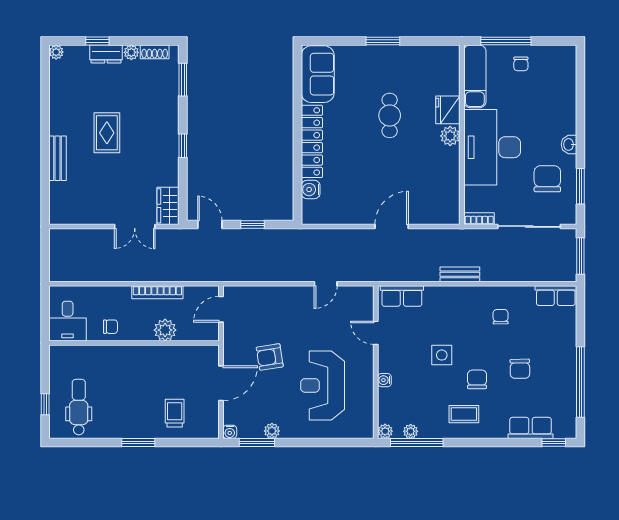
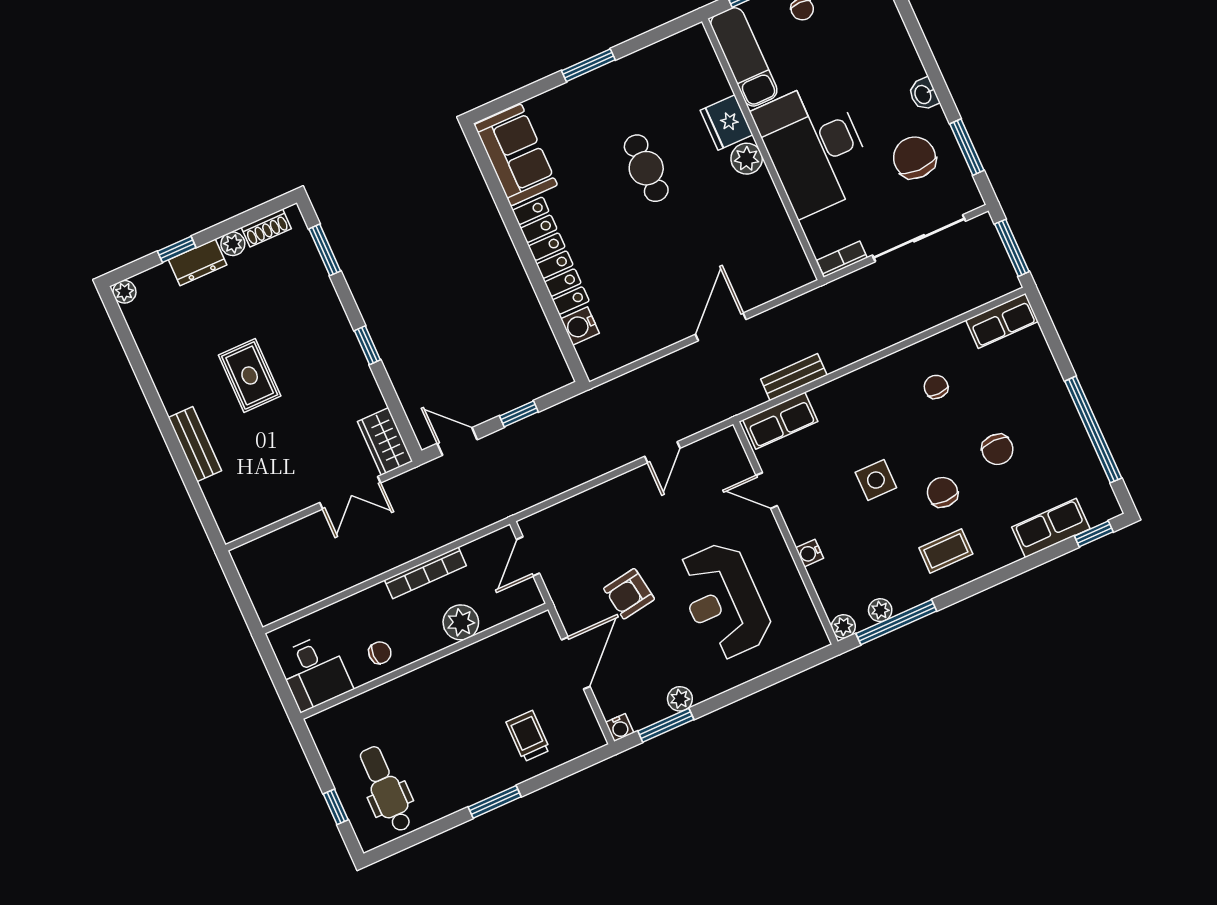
bench: (460, 274) -> (794, 377), moved

